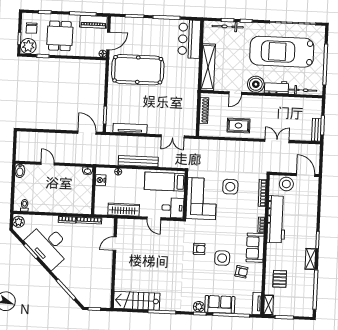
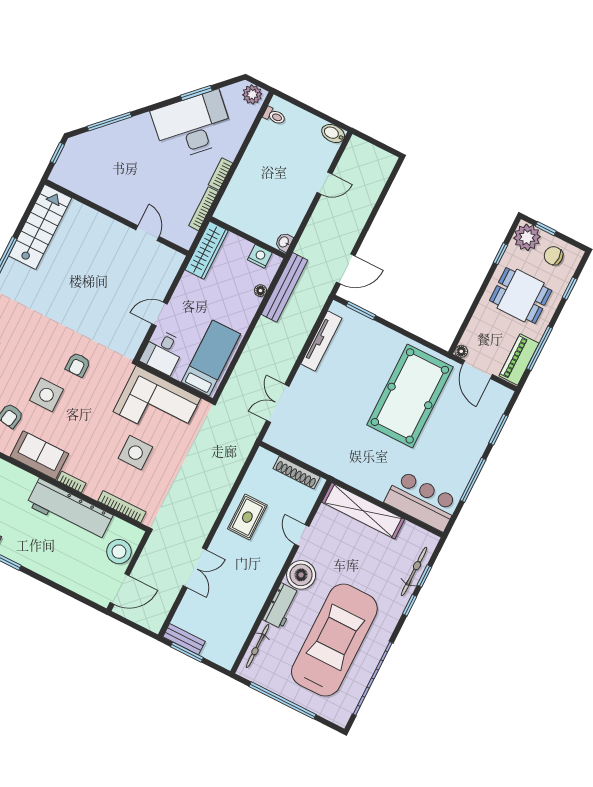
bench: (138, 161) -> (285, 287), moved
side table: (230, 187) -> (135, 453), moved
wardrobe: (124, 210) -> (207, 250), moved

